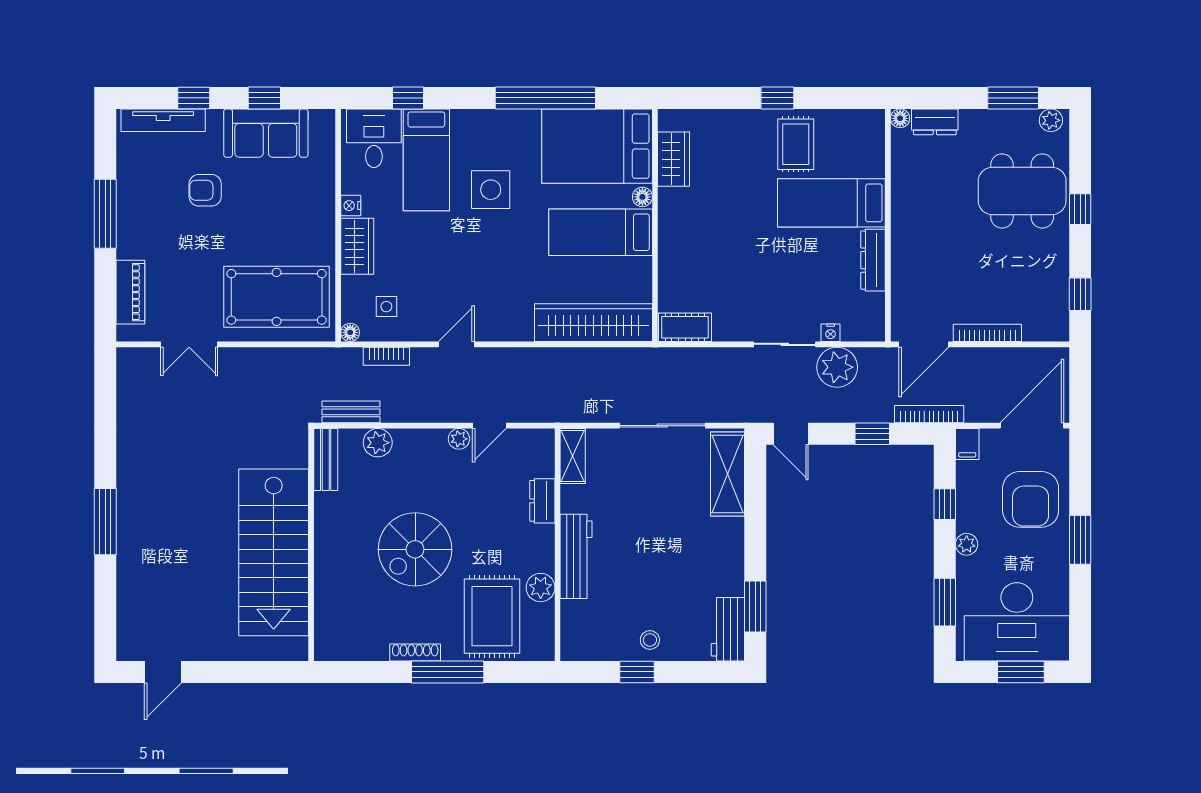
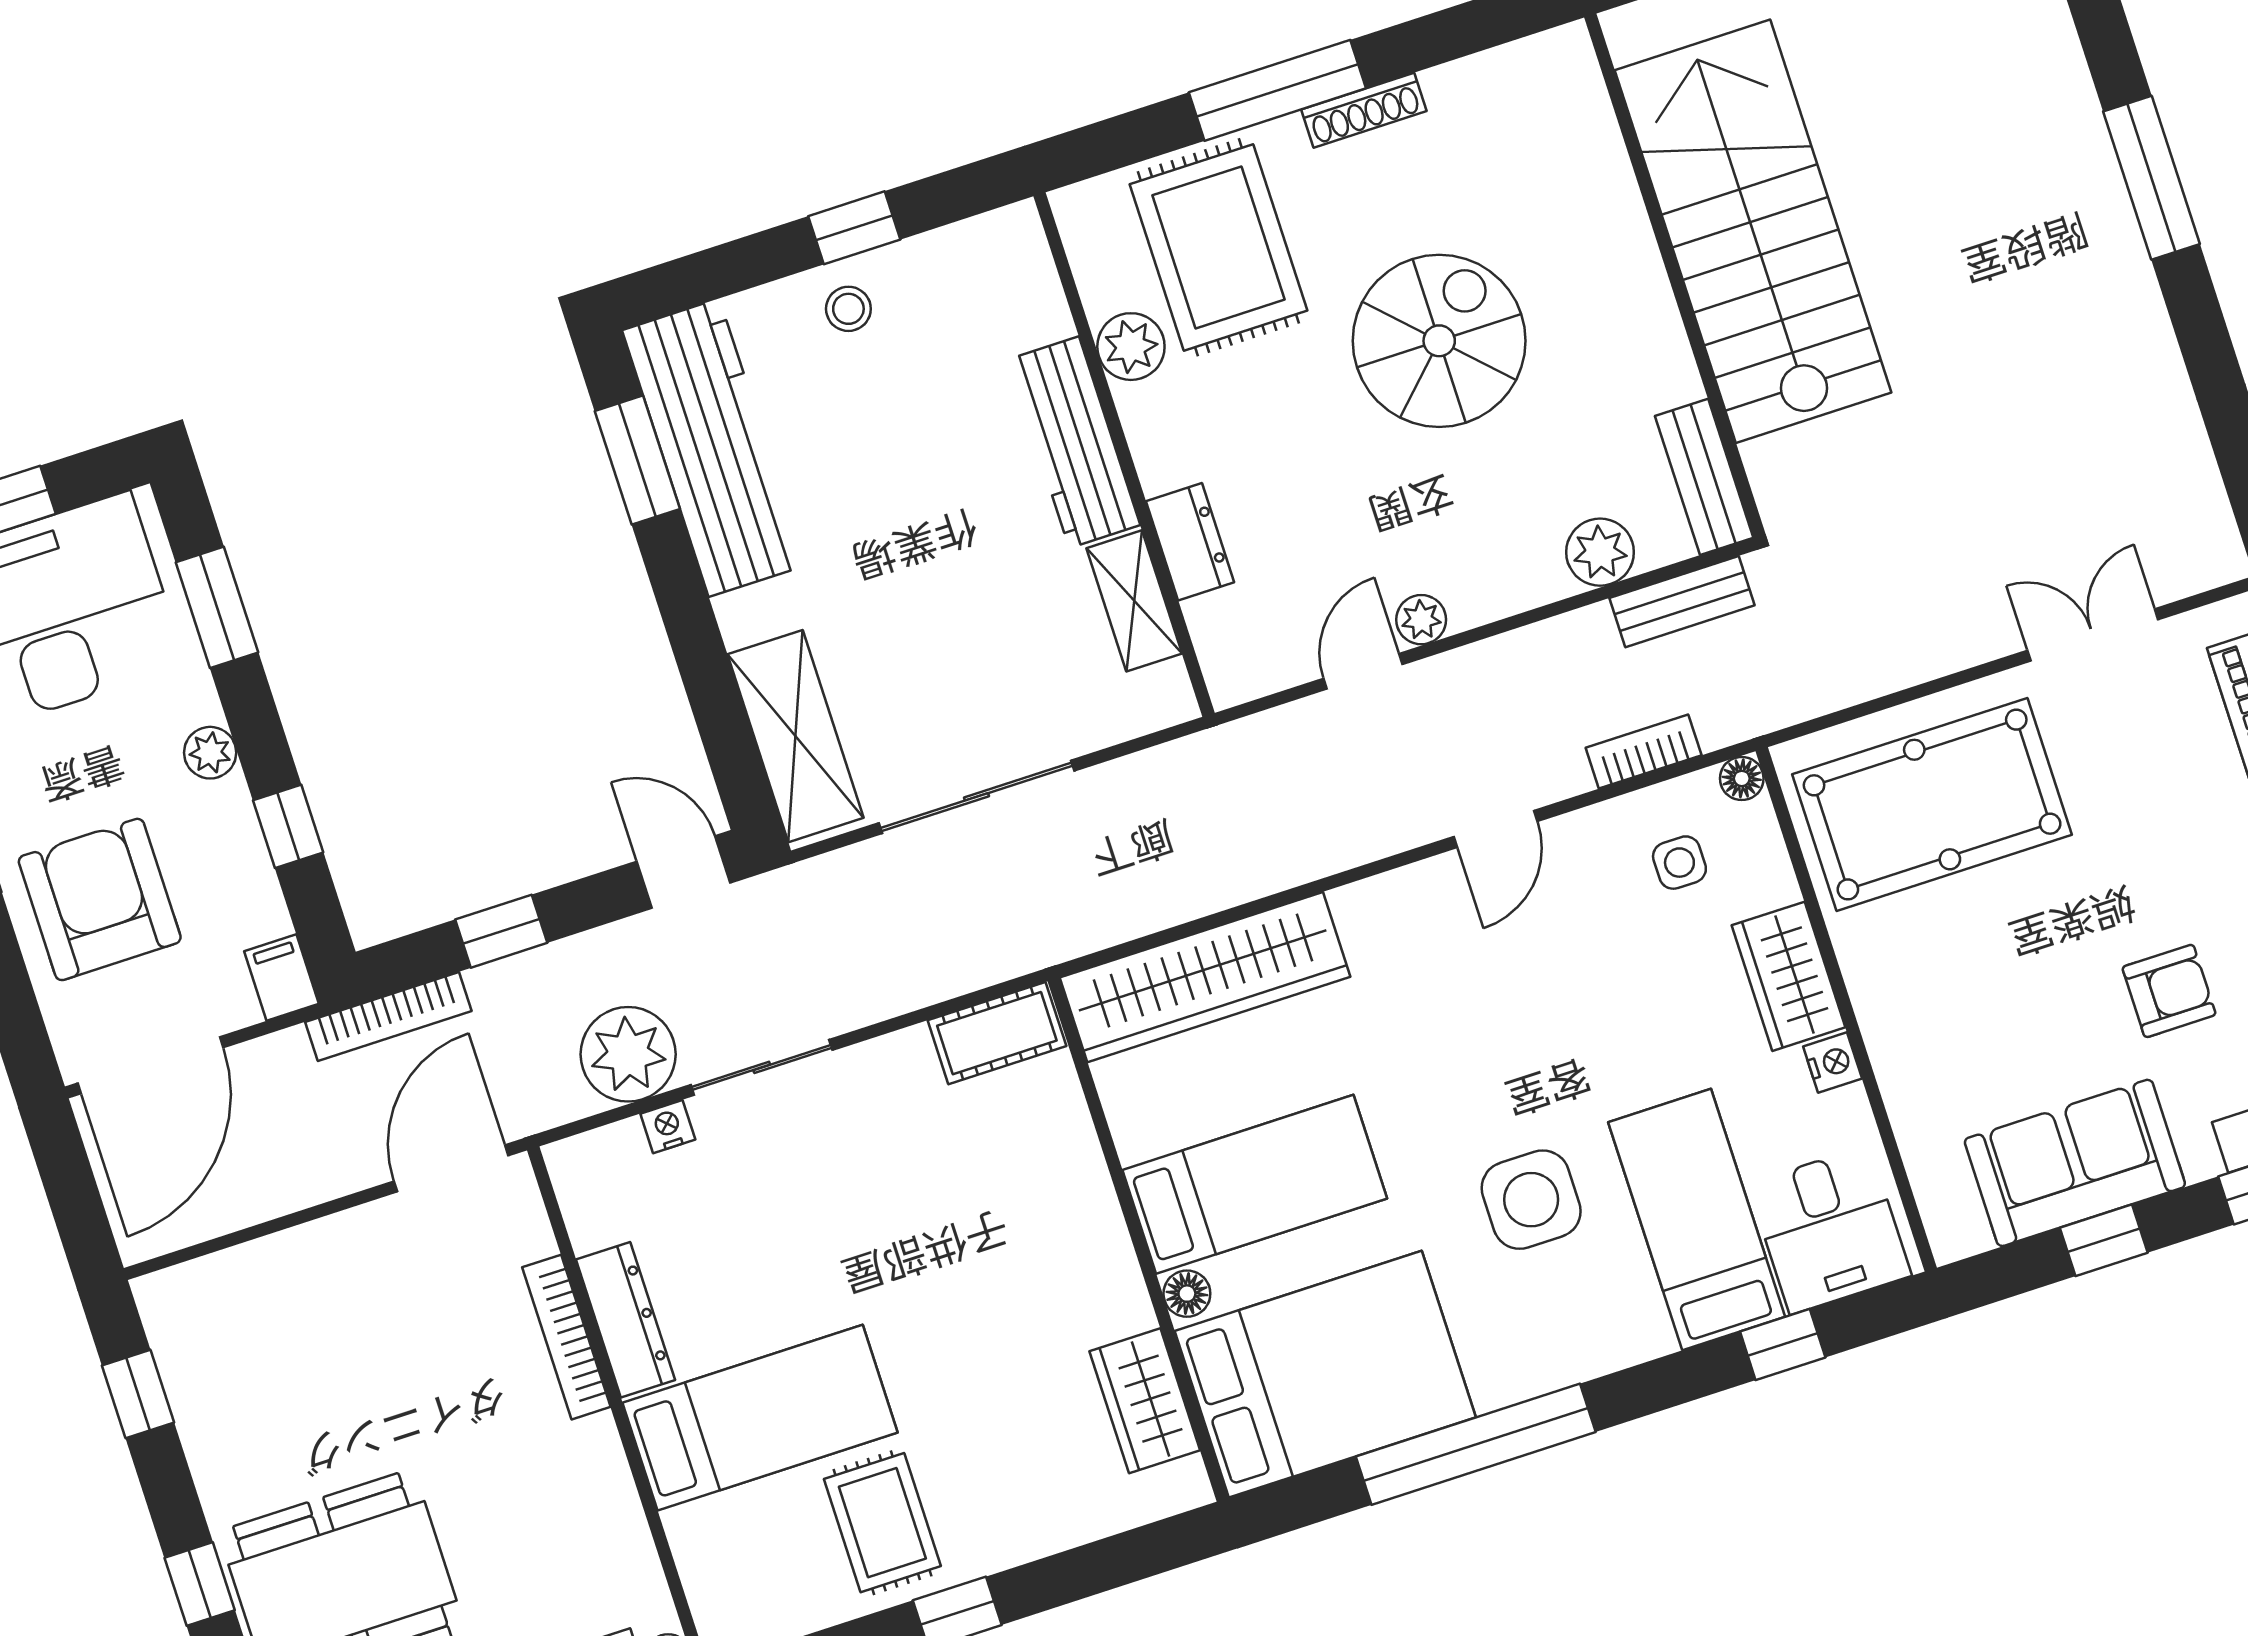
bookcase: (987, 333) -> (566, 1337), moved, turned 90
shelving: (573, 456) -> (1134, 601), moved
workbench: (728, 629) -> (714, 448), width x1.88, depth x1.32

